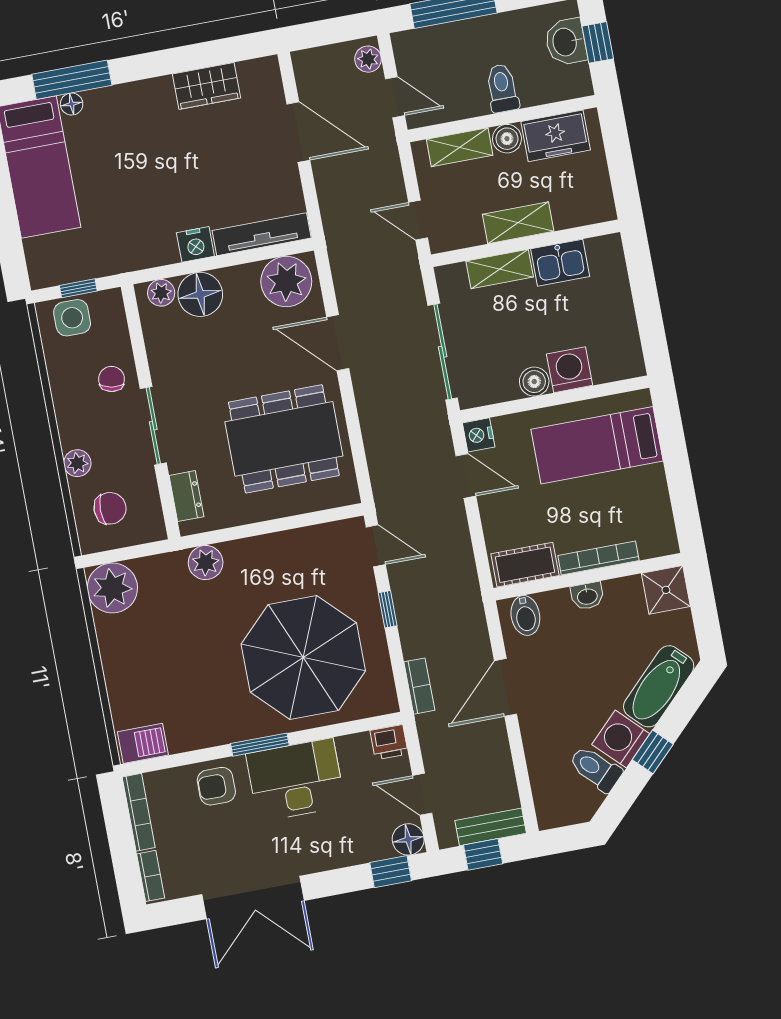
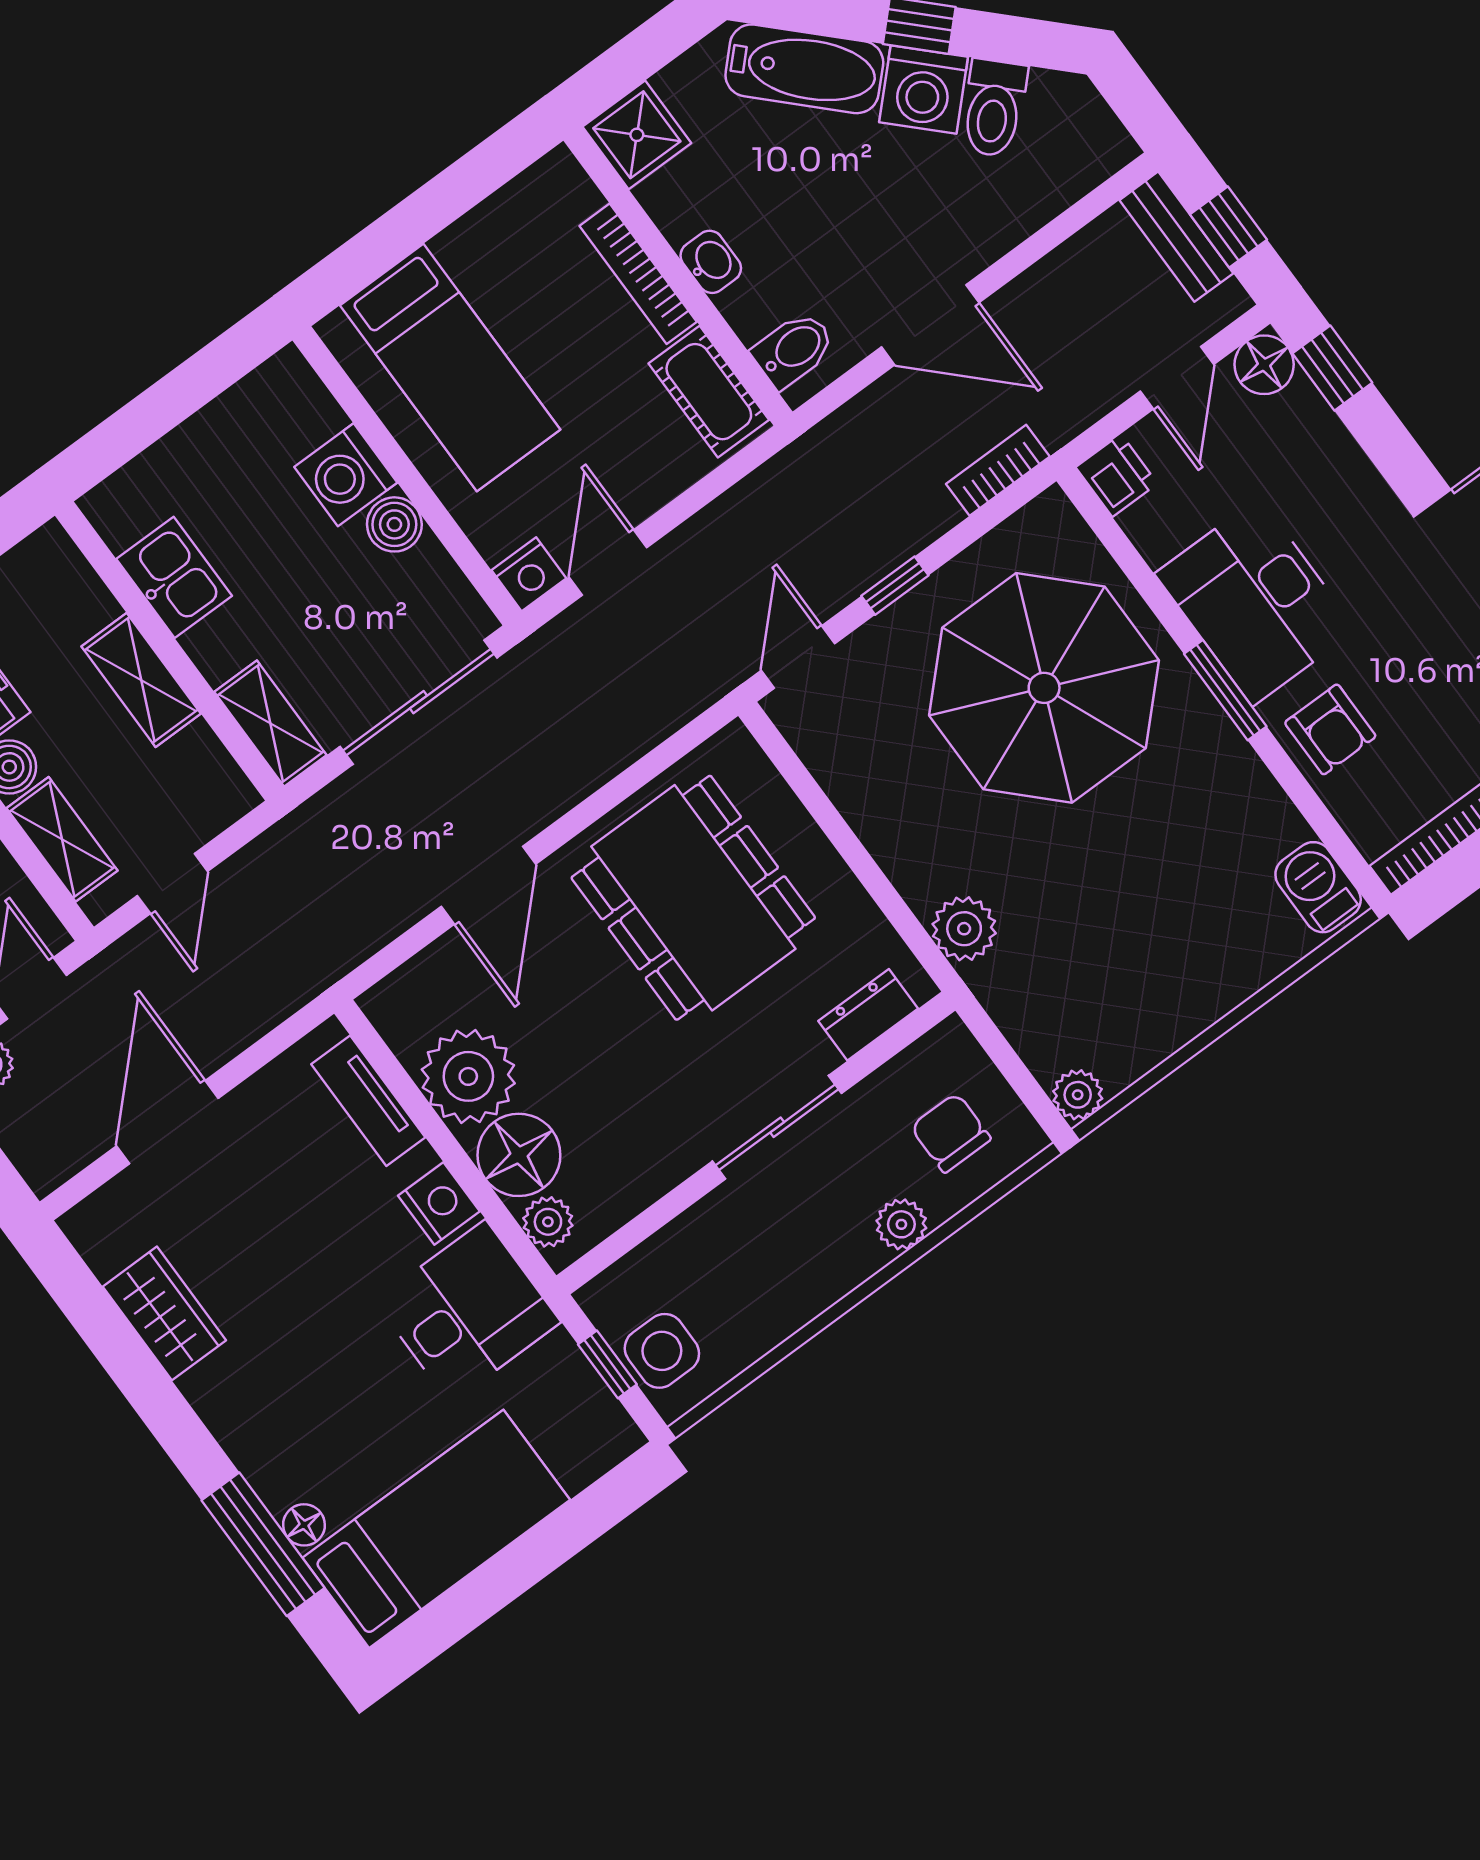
door: (418, 220) -> (172, 884), moved
desk: (136, 233) -> (468, 1312), added
tv unit: (262, 234) -> (368, 1101), width x0.71
shelving: (500, 269) -> (270, 724), moved
plant: (286, 281) -> (468, 1076), moved
chair: (112, 379) -> (733, 1235), removed
plant: (112, 588) -> (1078, 1095), width x0.53, depth x0.53

